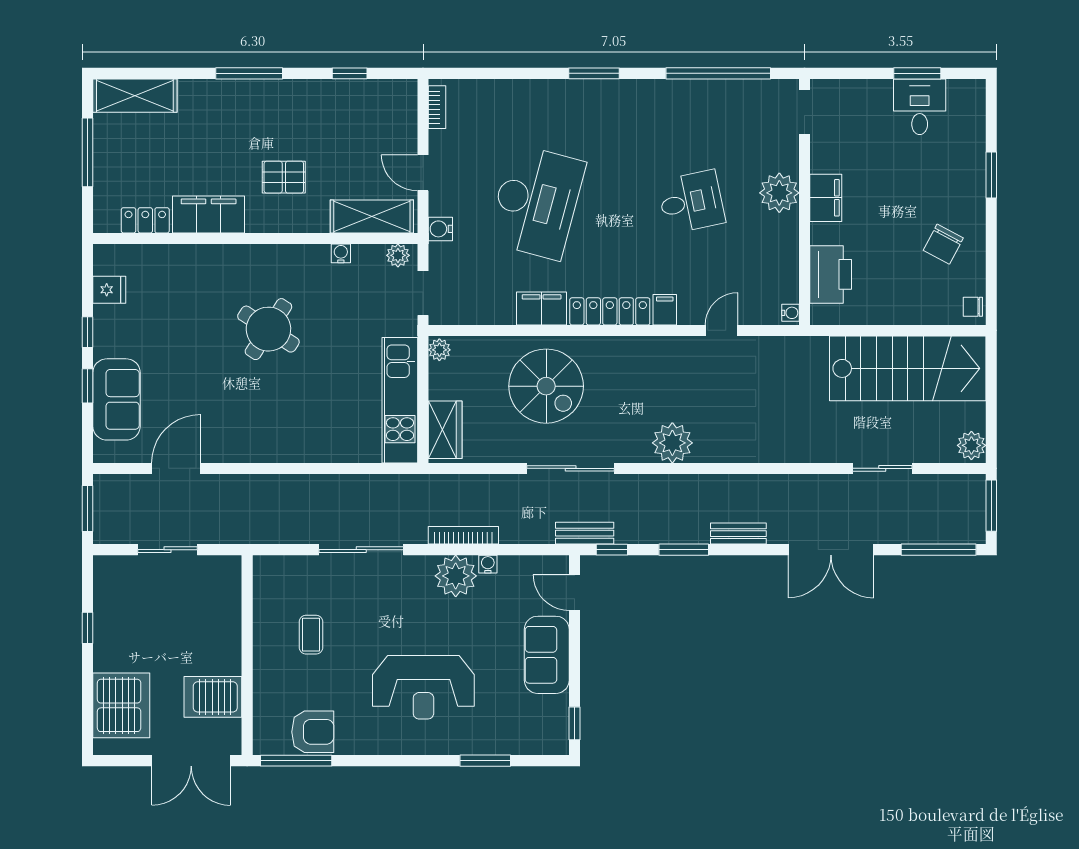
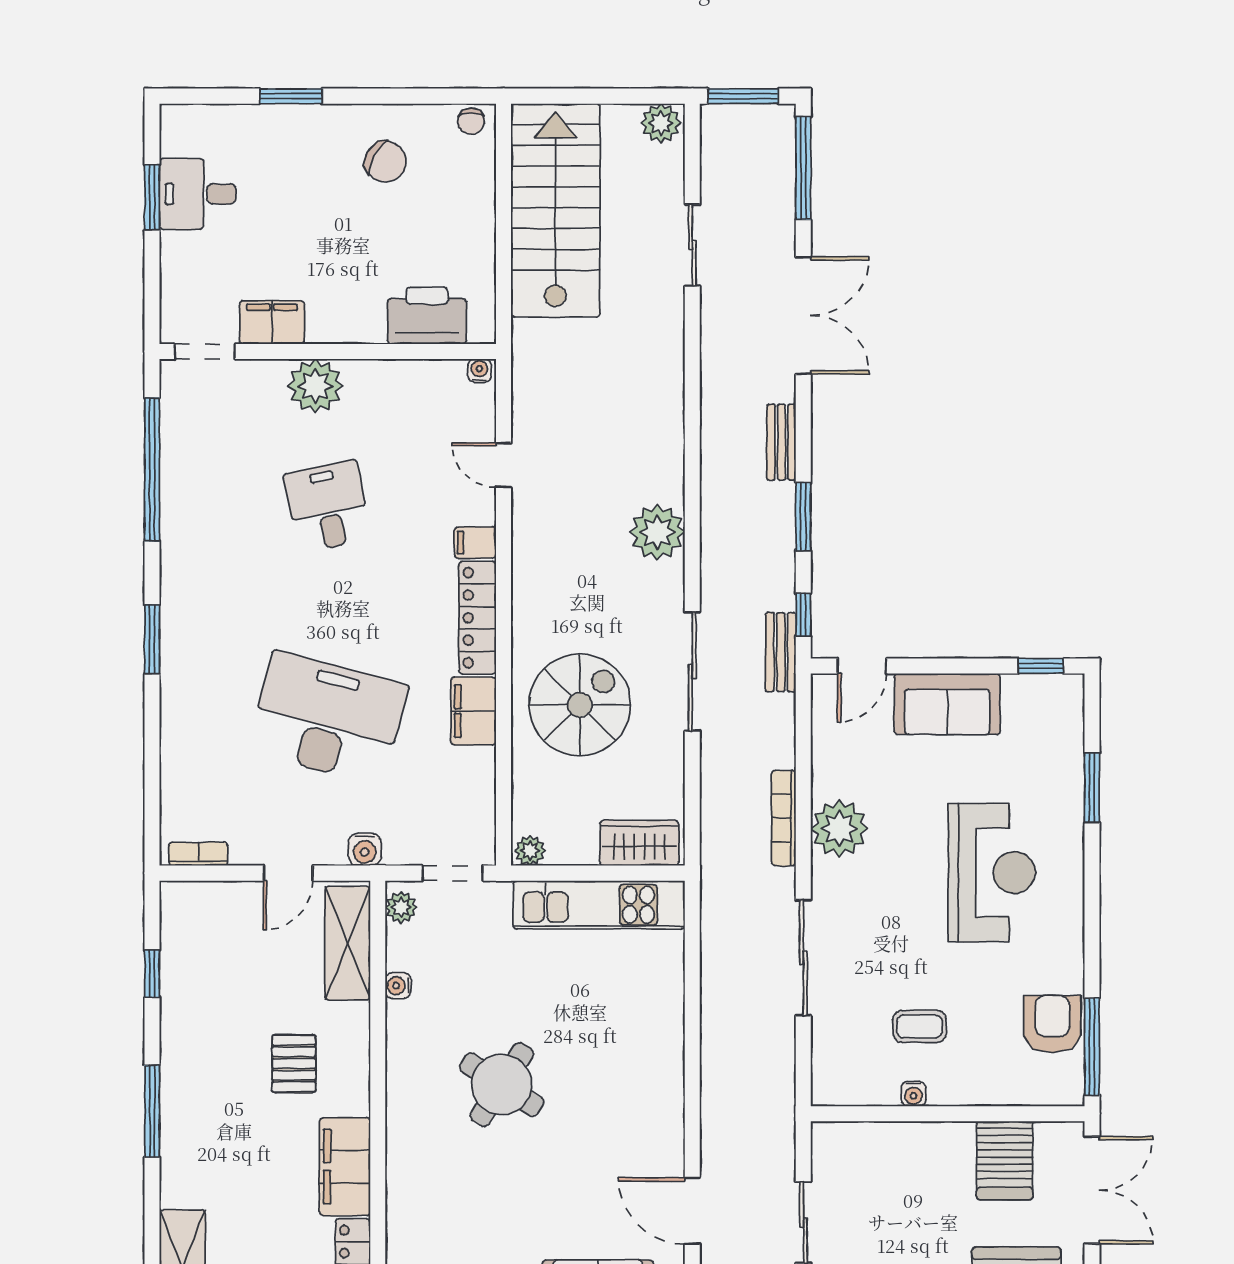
filing cabinet: (826, 198) -> (272, 322), moved
water cooler: (488, 564) -> (914, 1094), moved, turned -90

